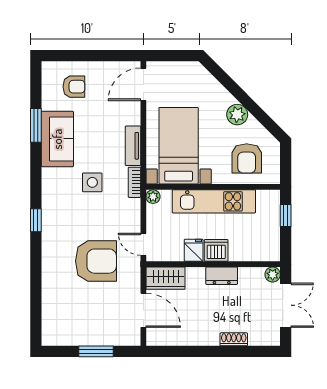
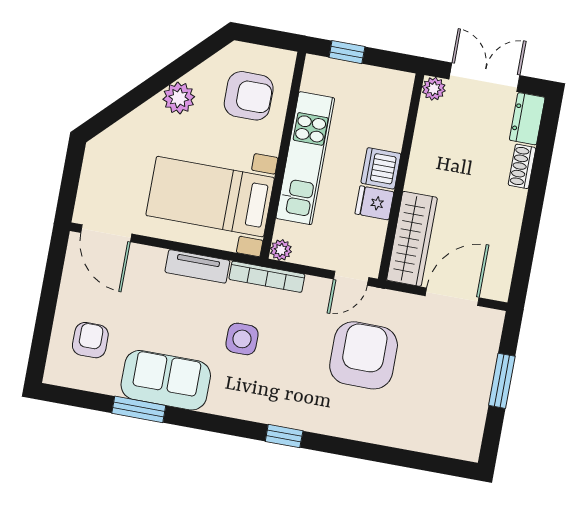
bookcase: (134, 182) -> (267, 277), width x1.56
dresser: (222, 276) -> (527, 119), moved, turned 180
wardrobe: (166, 278) -> (412, 239), width x1.50

